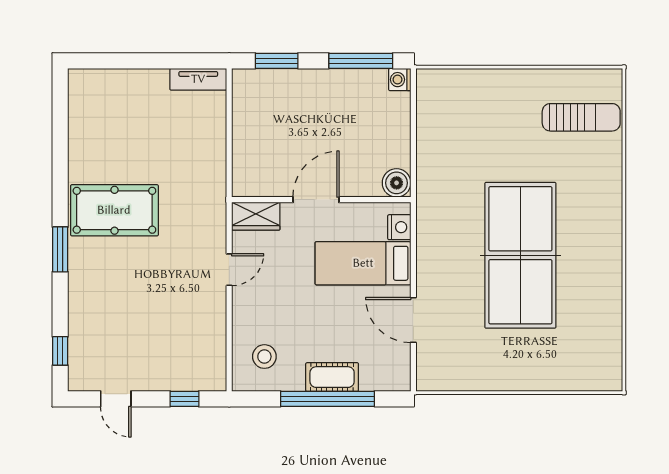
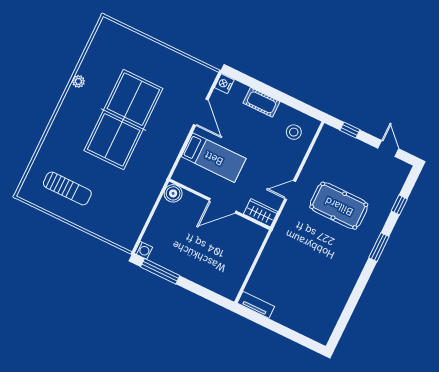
window: (277, 61) -> (207, 294), removed
sun lounger: (581, 117) -> (67, 188), moved, turned 180
pool table: (114, 210) -> (339, 206), moved
nightstand: (399, 227) -> (224, 84), moved
plant: (613, 279) -> (78, 81), added
window: (60, 351) -> (399, 205), moved
window: (327, 399) -> (270, 91), removed

